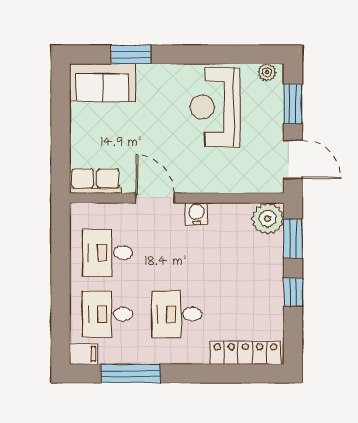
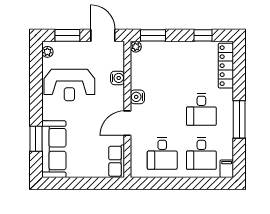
sofa: (102, 83) -> (54, 149), width x1.36
door: (293, 160) -> (103, 35), hinge flipped
water cooler: (226, 183) -> (118, 78), added
plant: (268, 219) -> (136, 47), width x0.53, depth x0.53
window: (293, 292) -> (203, 35), moved
window: (131, 373) -> (239, 119), moved

